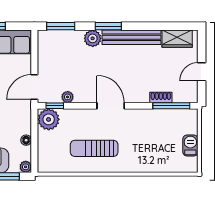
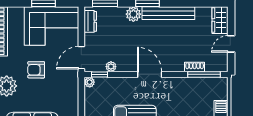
wardrobe: (177, 39) -> (220, 20), moved, turned 90
dresser: (44, 46) -> (90, 21), added
plant: (49, 119) -> (90, 82), width x0.53, depth x0.53
floor lamp: (26, 140) -> (74, 105), removed

